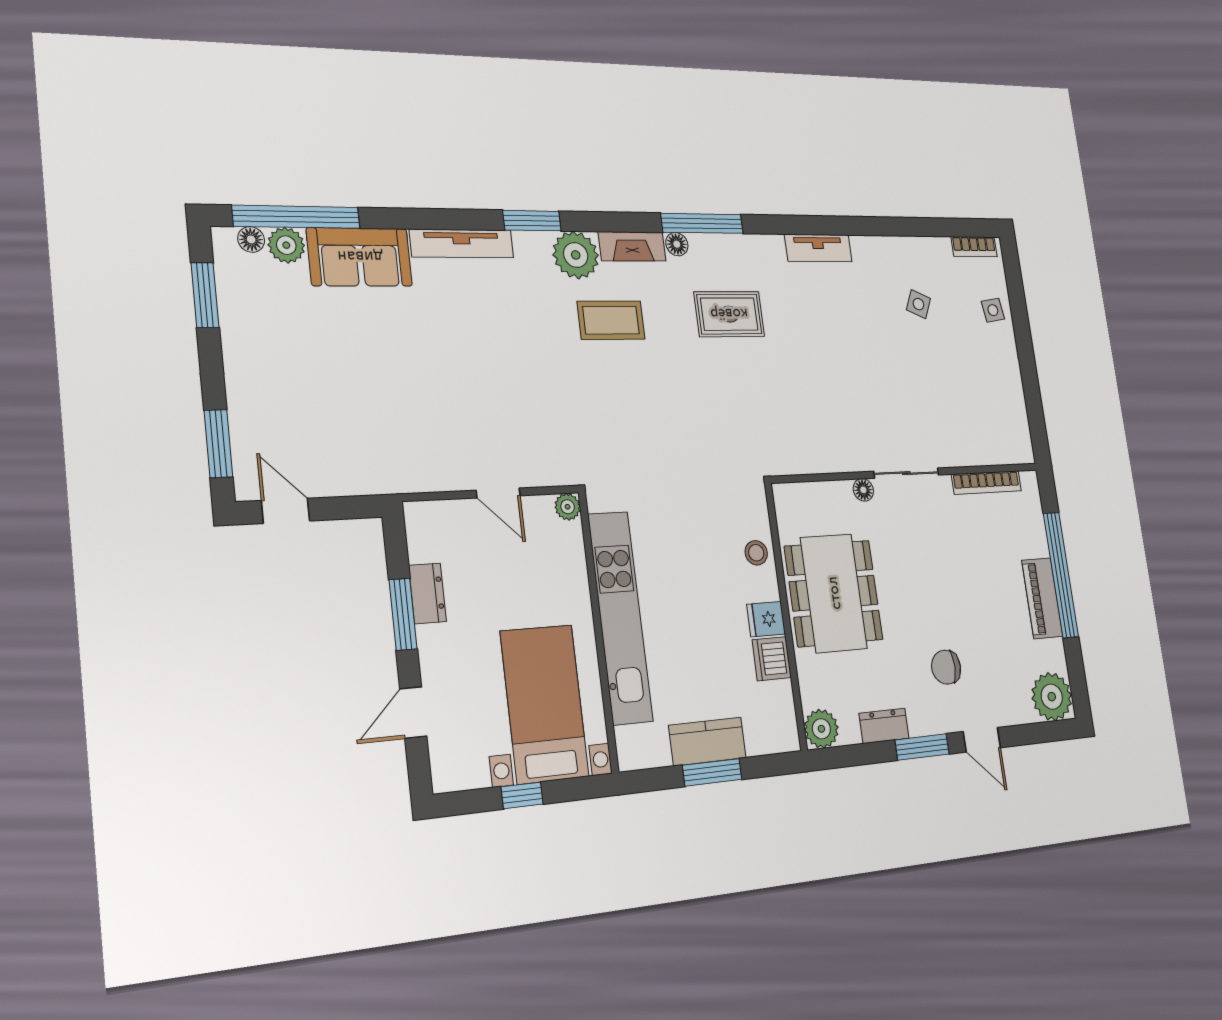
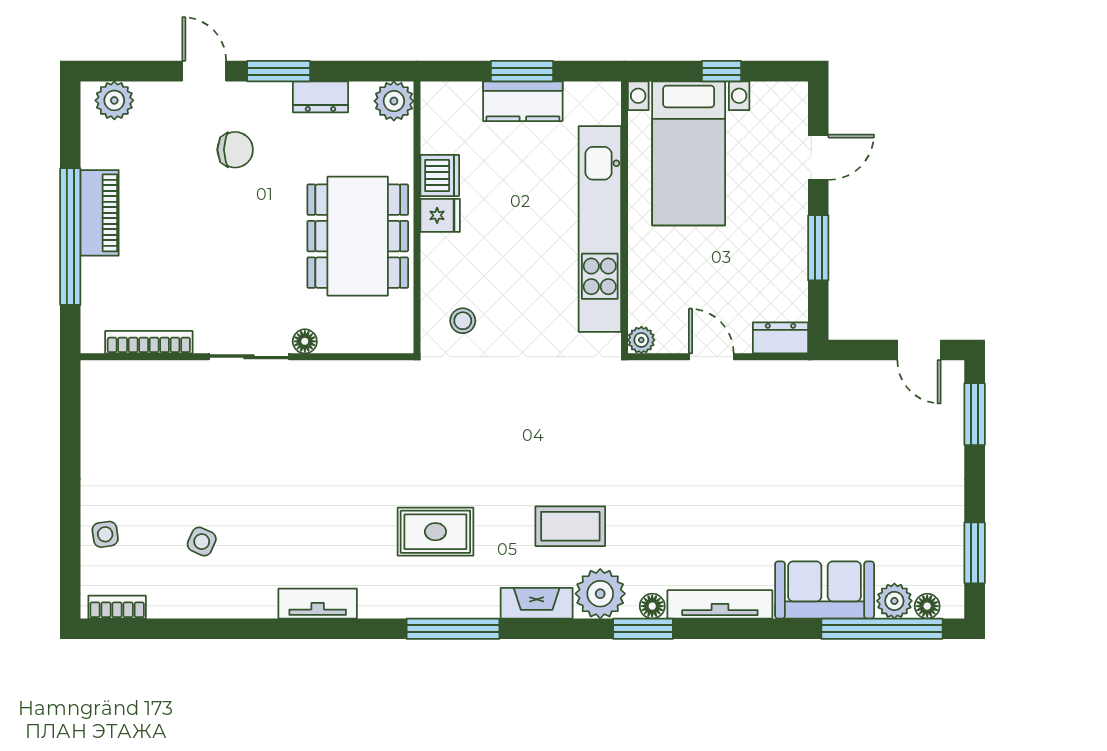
floor lamp: (677, 244) -> (652, 606), moved
stool: (756, 553) -> (463, 321), moved
dresser: (427, 593) -> (780, 338), moved, turned 90
plant: (1052, 697) -> (114, 100), width x0.73, depth x0.73

